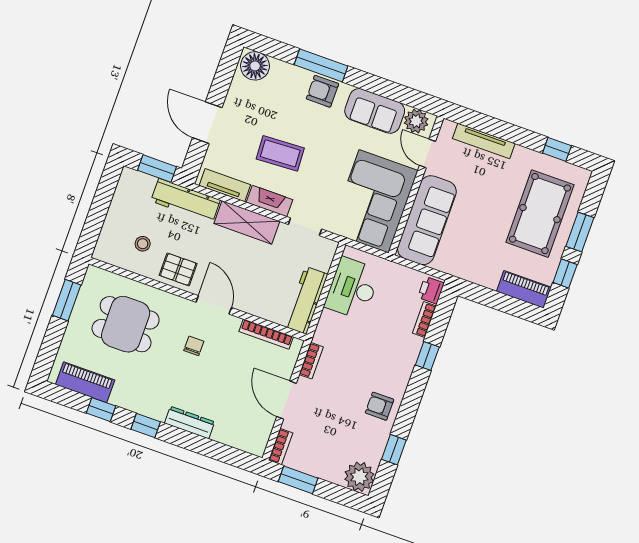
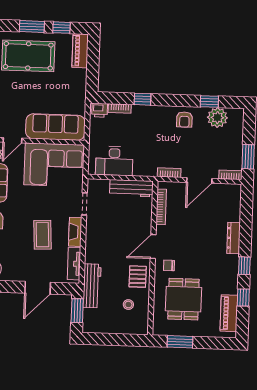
shelving: (247, 222) -> (94, 242), removed
chair: (194, 346) -> (169, 265), moved
plant: (359, 477) -> (217, 118), moved

